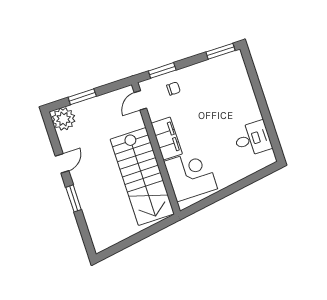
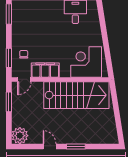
window: (82, 97) -> (9, 102), moved
door: (140, 100) -> (24, 79), hinge flipped
filing cabinet: (167, 139) -> (45, 70), moved

